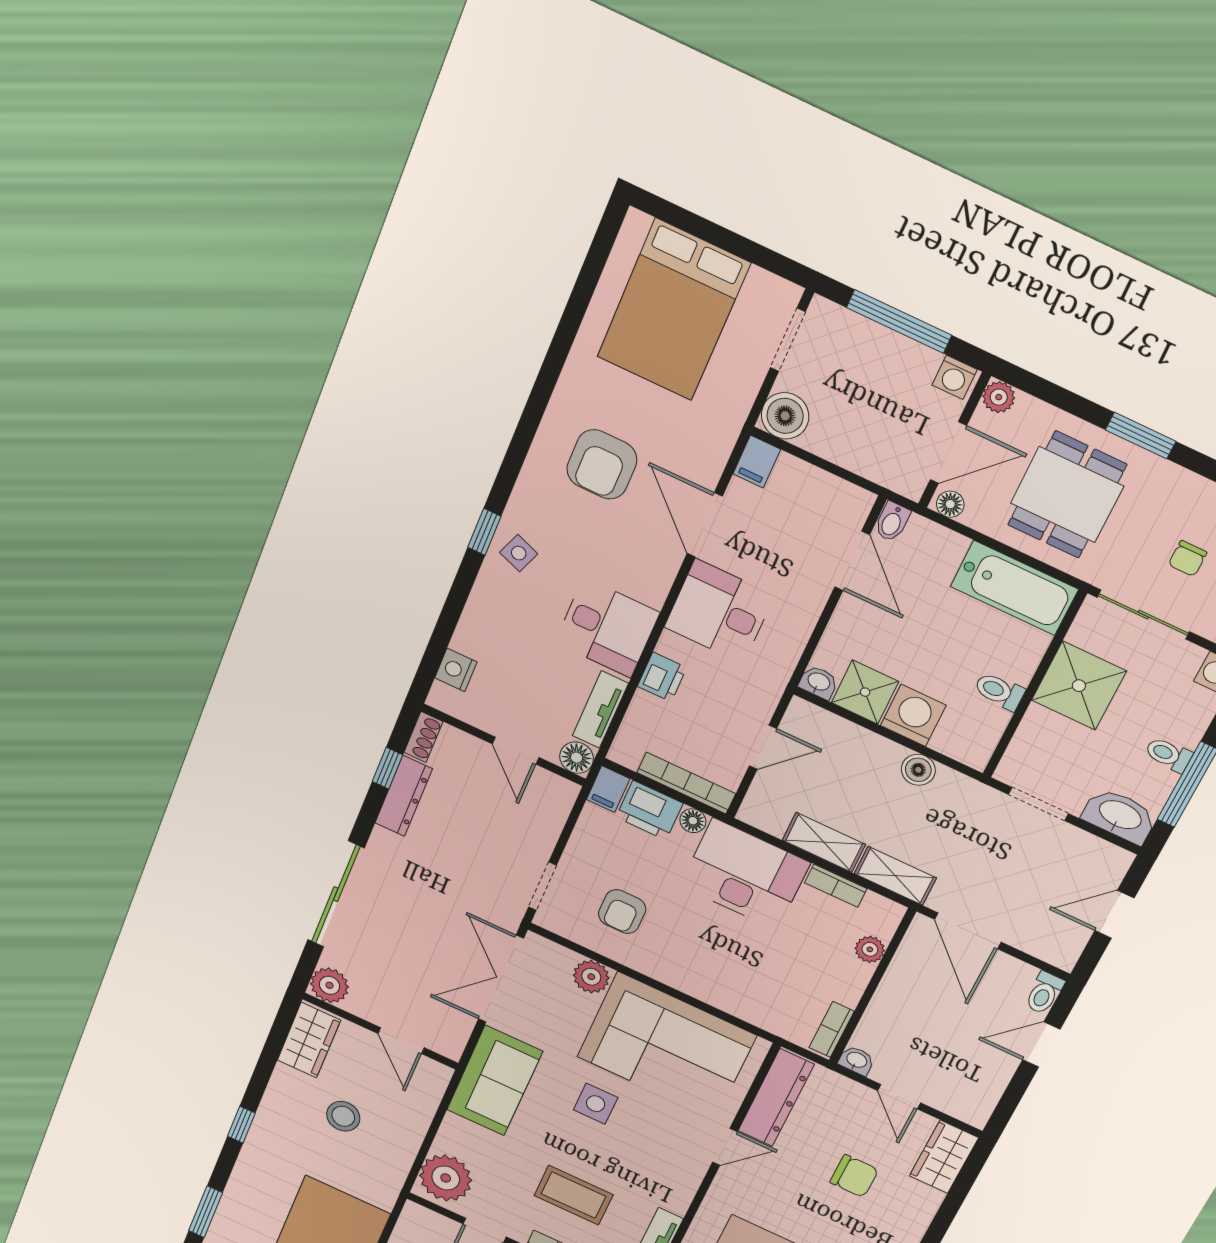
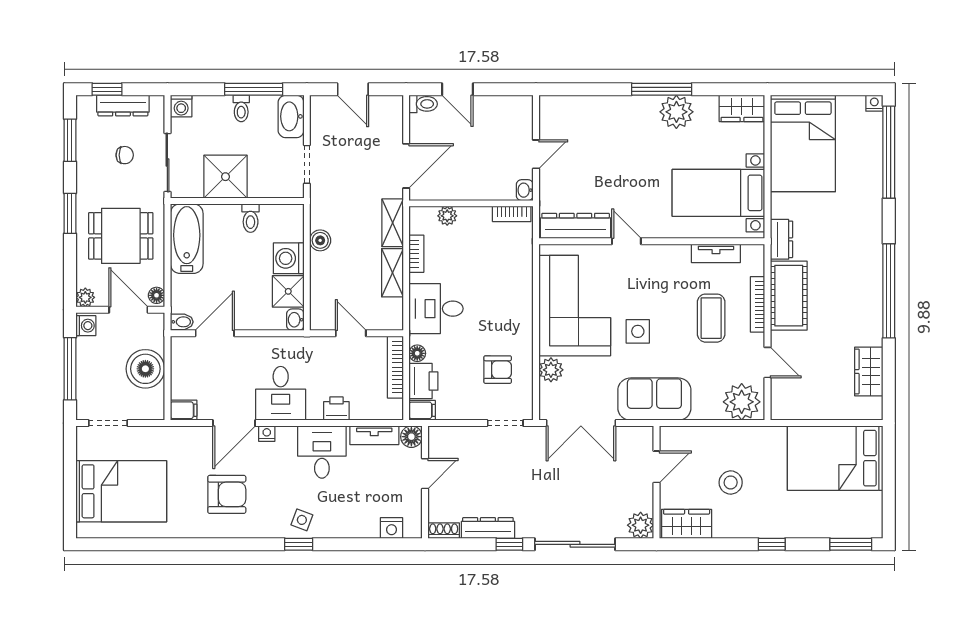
boiler: (785, 416) -> (145, 369), moved, width x1.37, depth x1.37
nightstand: (668, 564) -> (267, 434), added
window: (387, 768) -> (509, 544), moved
desk: (745, 874) -> (436, 309), width x0.73
wardrobe: (944, 1157) -> (563, 109), removed
chair: (854, 1176) -> (605, 156), removed

